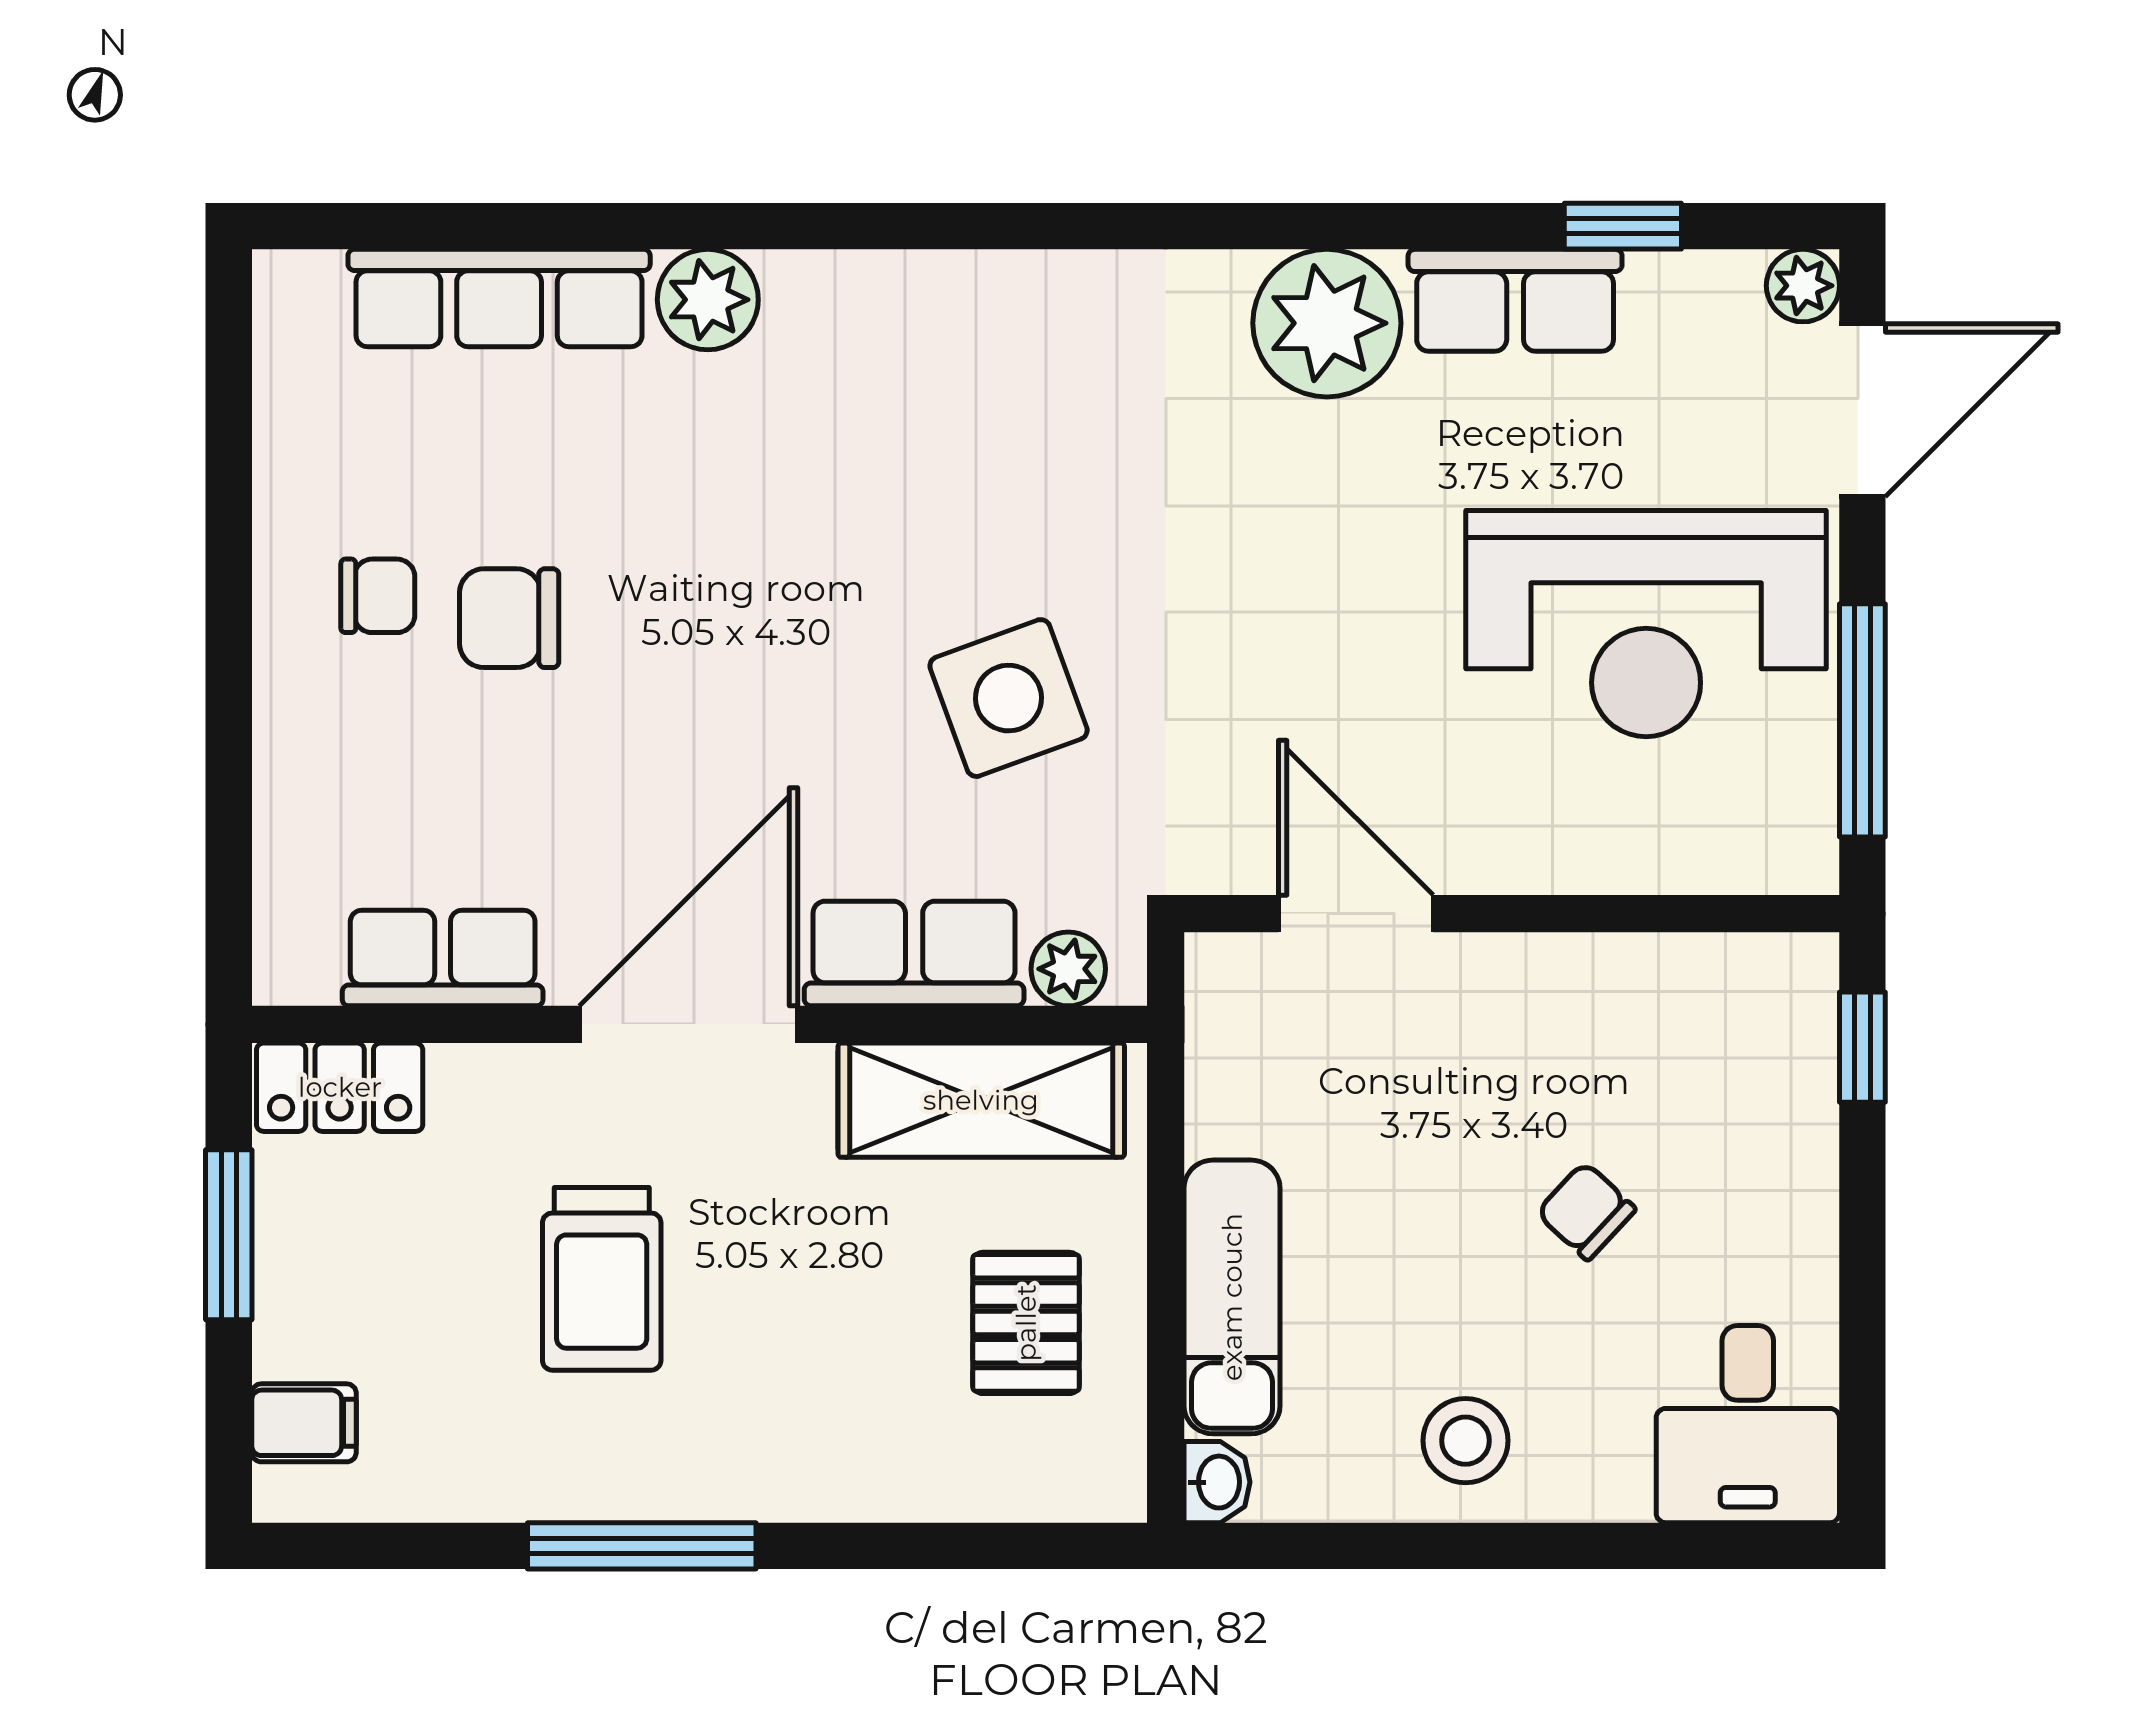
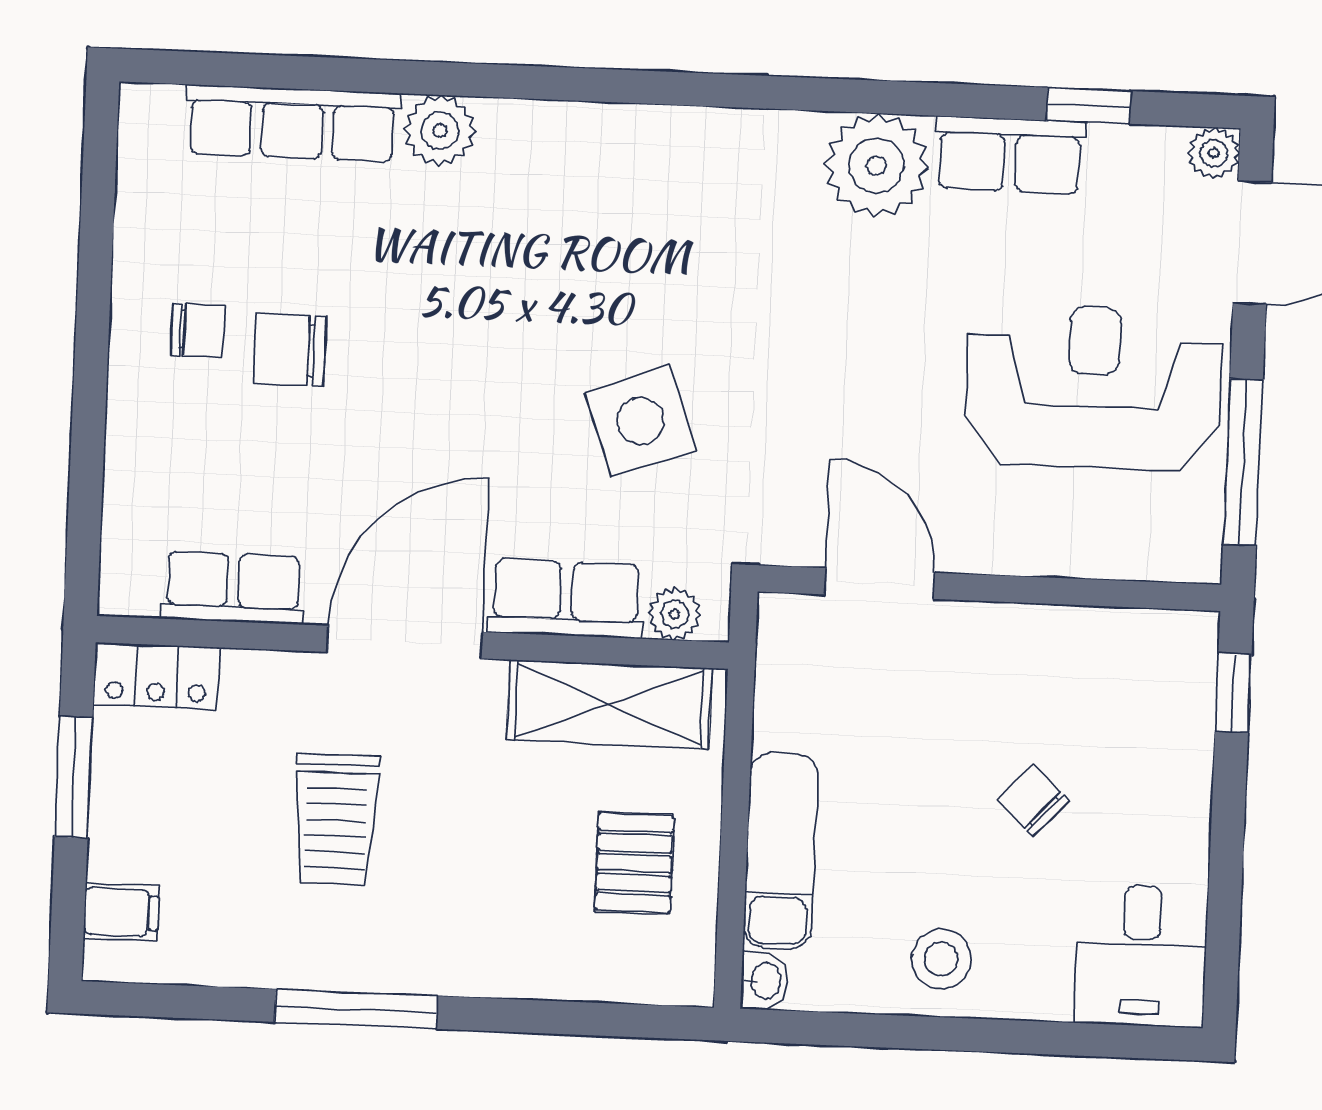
reception desk: (1646, 624) -> (1093, 387), turned 180

